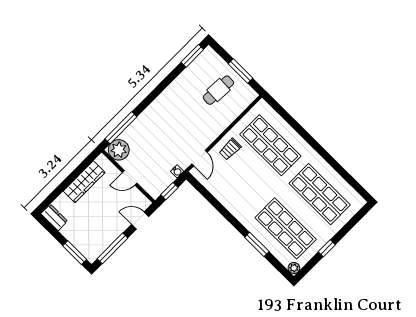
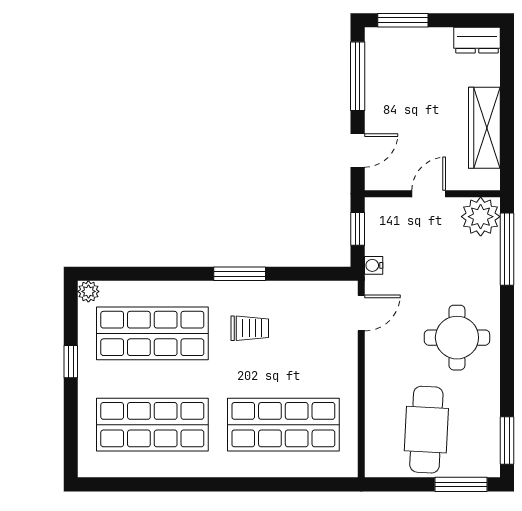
window: (240, 71) -> (461, 484), moved
cafe table: (218, 90) -> (426, 430), width x1.37, depth x1.35
round table: (173, 113) -> (457, 338), added
trolley: (230, 149) -> (250, 328), moved, turned 90
door: (199, 158) -> (361, 313), swing flipped
window: (257, 244) -> (240, 274), moved

